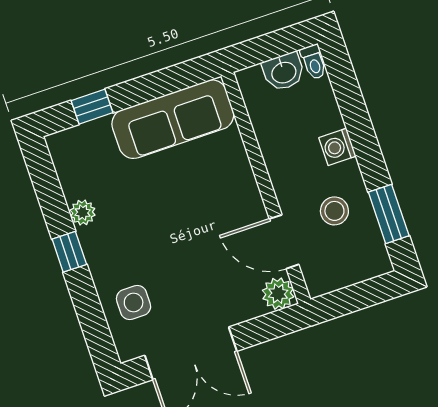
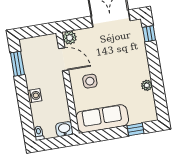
washbasin: (284, 72) -> (64, 129), moved
stool: (334, 211) -> (40, 69), removed
window: (69, 252) -> (149, 34), moved
side table: (134, 303) -> (90, 81), moved

